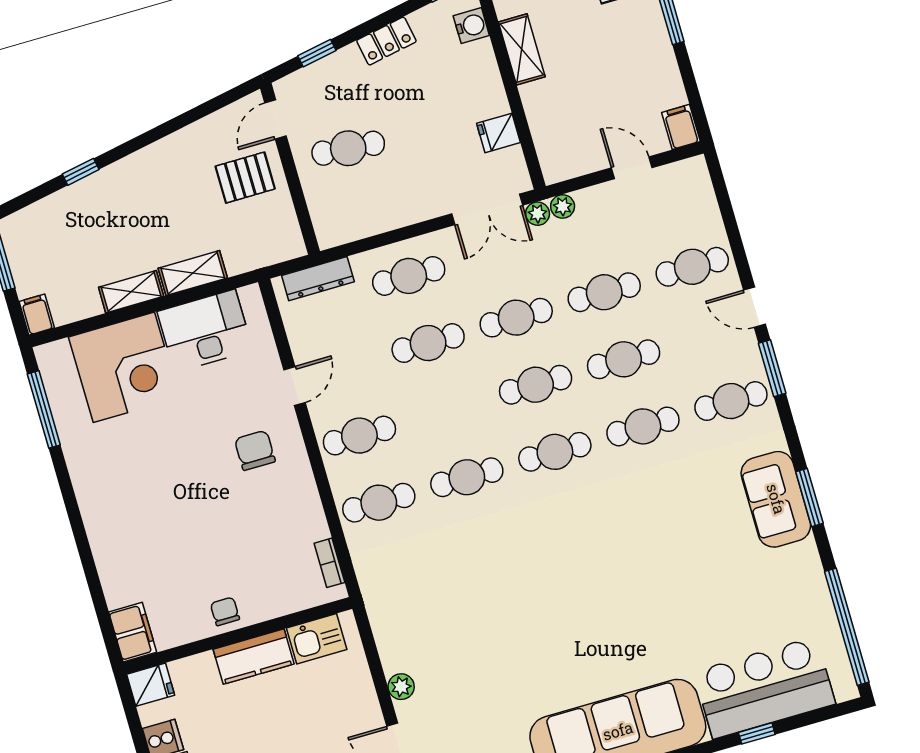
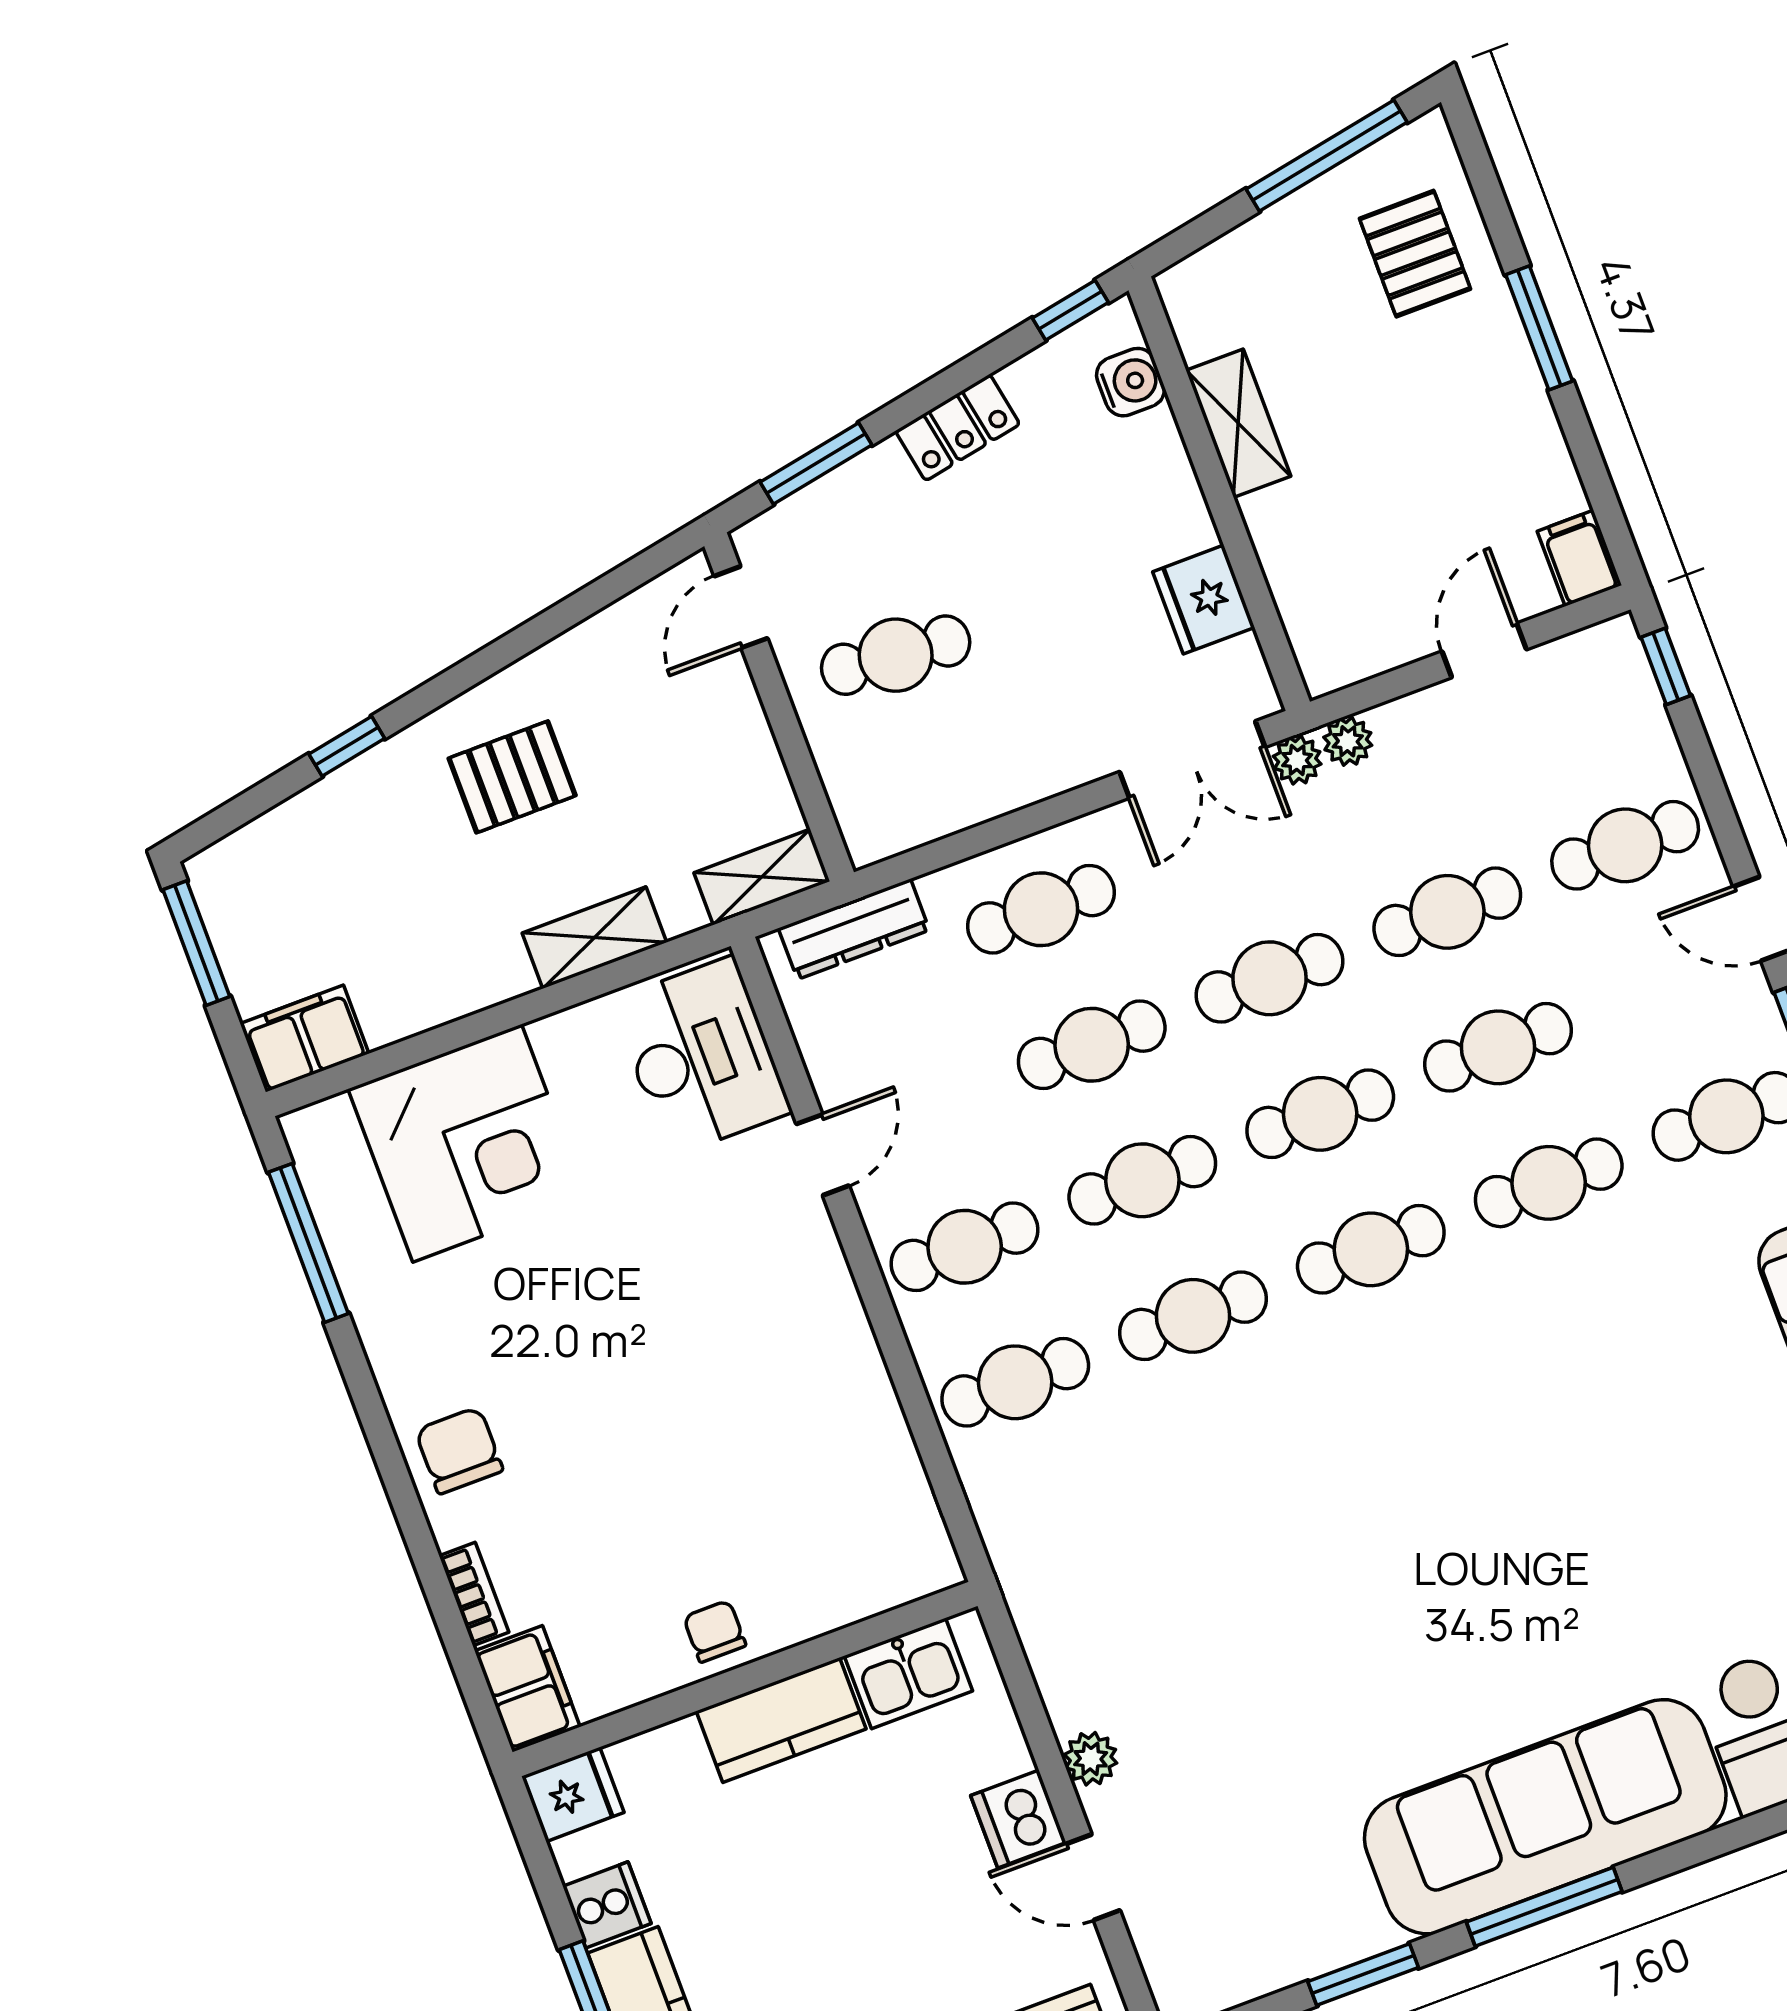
window: (317, 53) -> (816, 464), width x1.50
fridge: (498, 133) -> (1204, 600), width x1.38
door: (632, 168) -> (1484, 650), hinge flipped
pallet: (245, 178) -> (512, 777), moved
window: (718, 182) -> (1666, 666), added
shelving: (131, 292) -> (762, 877), moved
filing cabinet: (37, 315) -> (305, 1039), width x2.00
desk: (205, 331) -> (701, 1056), moved, turned 90
cafe table: (447, 410) -> (1142, 1180), added
chair: (255, 450) -> (459, 1450), moved
bookcase: (329, 563) -> (474, 1594), moved, turned 180
dishwasher: (364, 713) -> (1018, 1819), added

